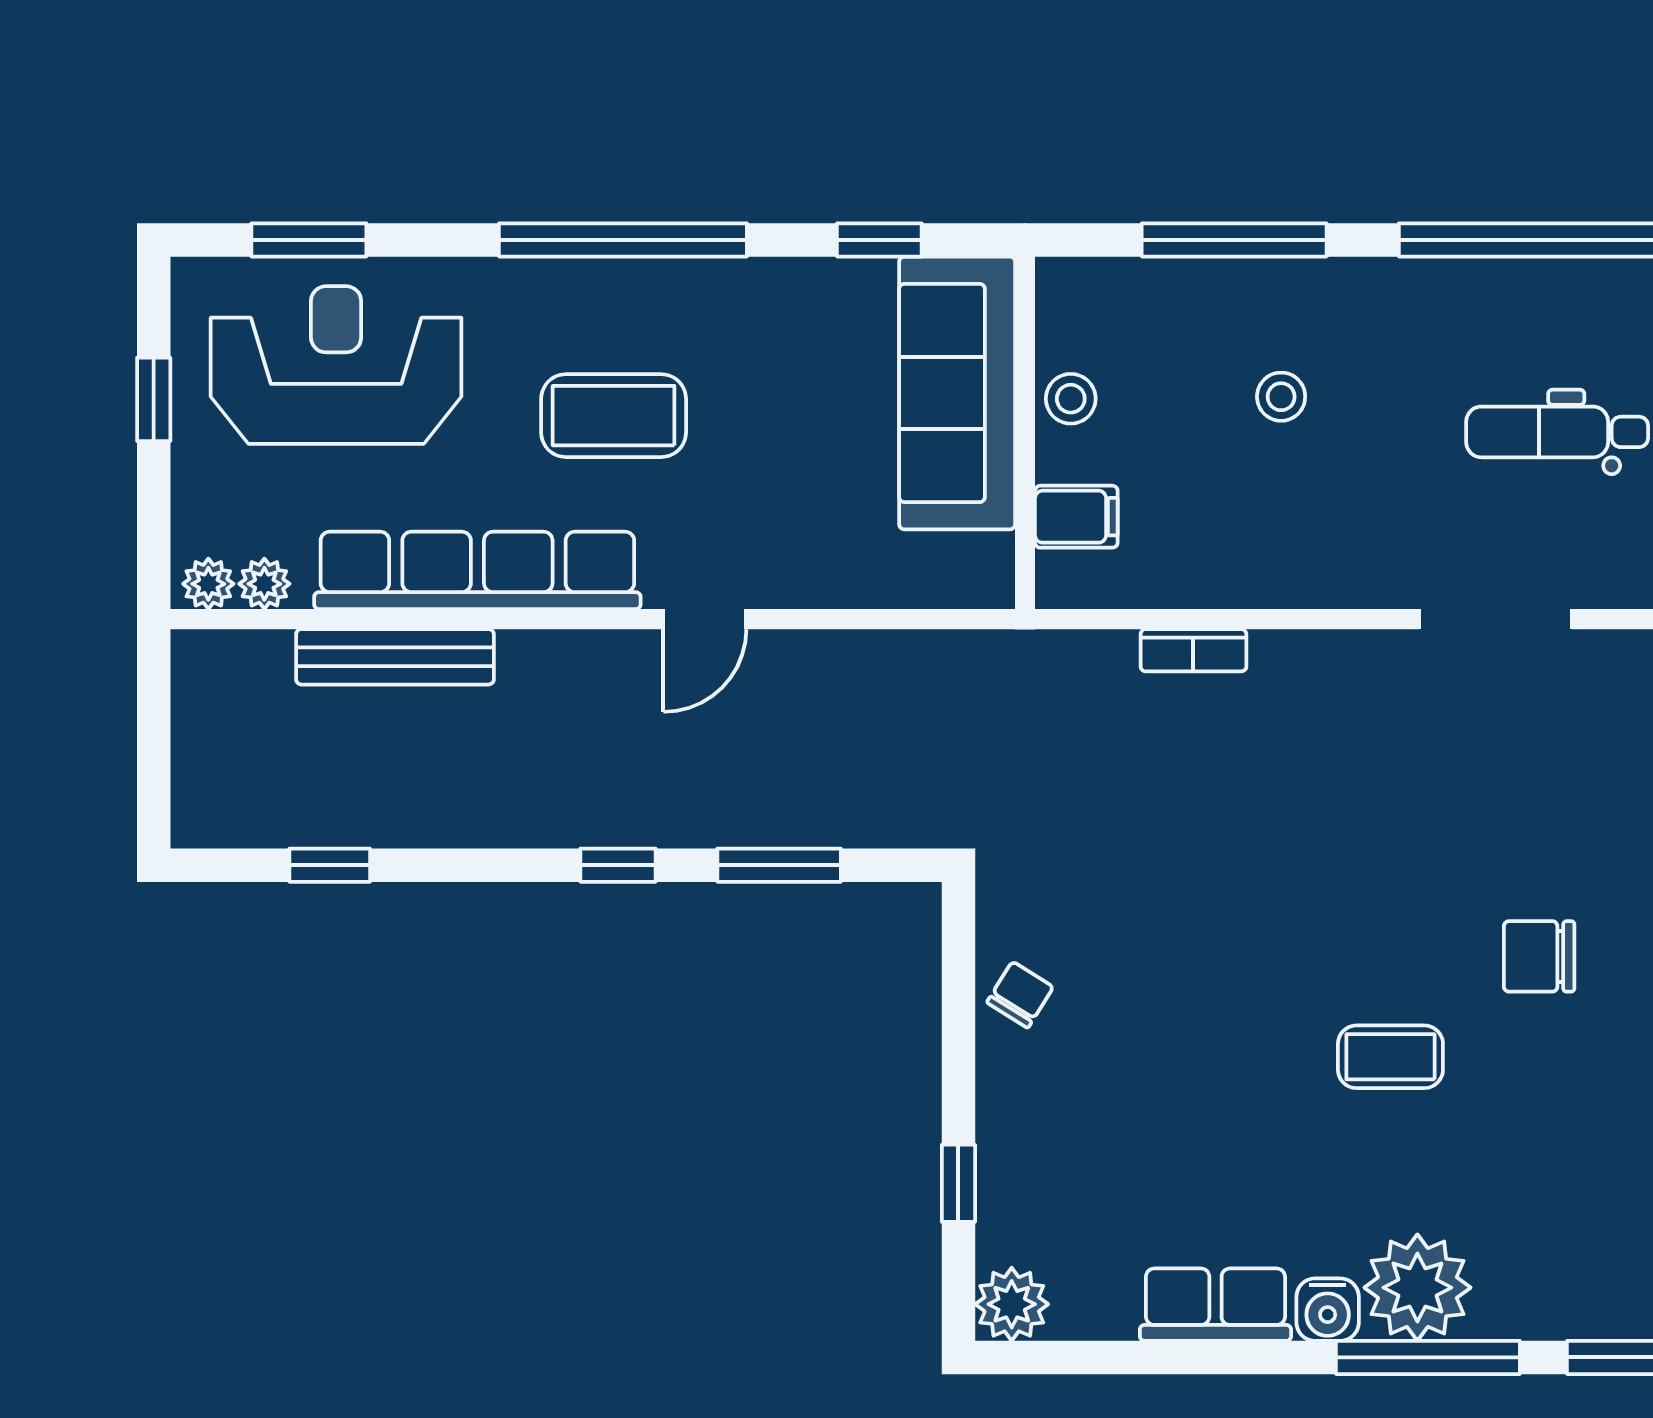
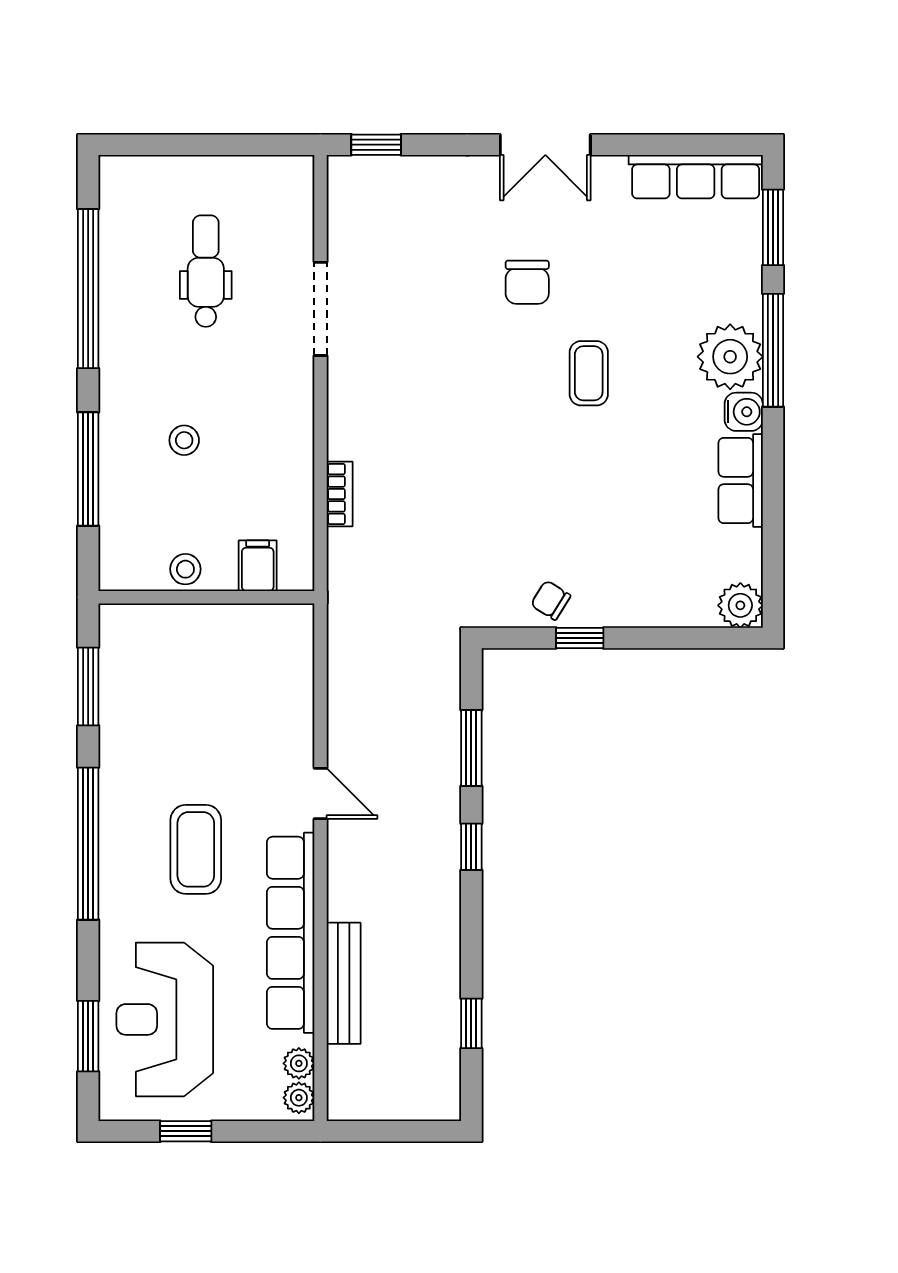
window: (879, 240) -> (88, 686), width x1.50
sofa: (957, 393) -> (182, 639), removed
dental chair: (1557, 432) -> (206, 271), turned 180
window: (958, 1183) -> (580, 638), moved

